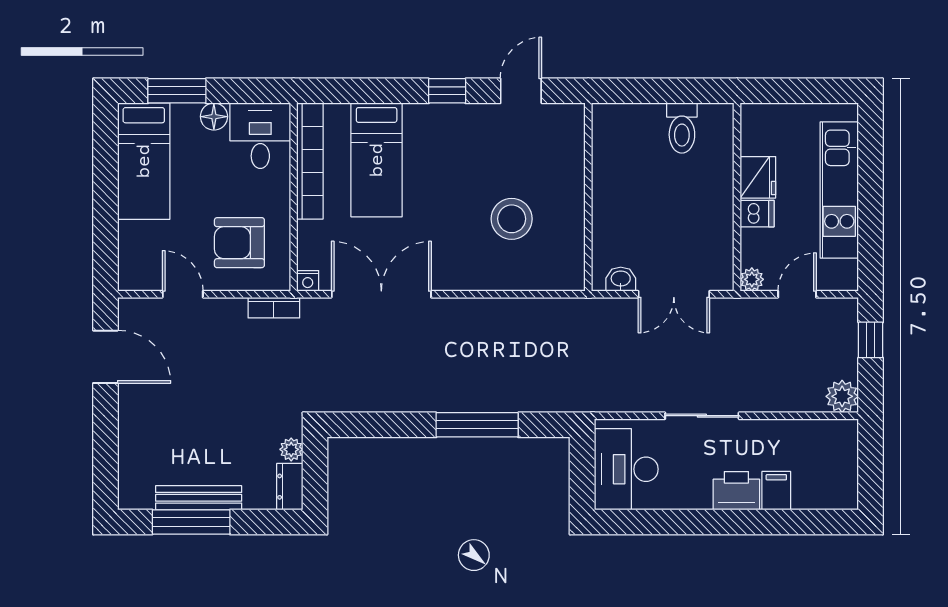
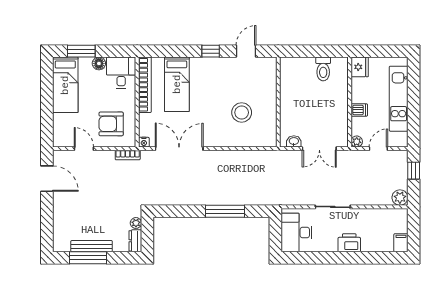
fridge: (758, 177) -> (360, 67), moved
filing cabinet: (776, 491) -> (401, 243), moved

